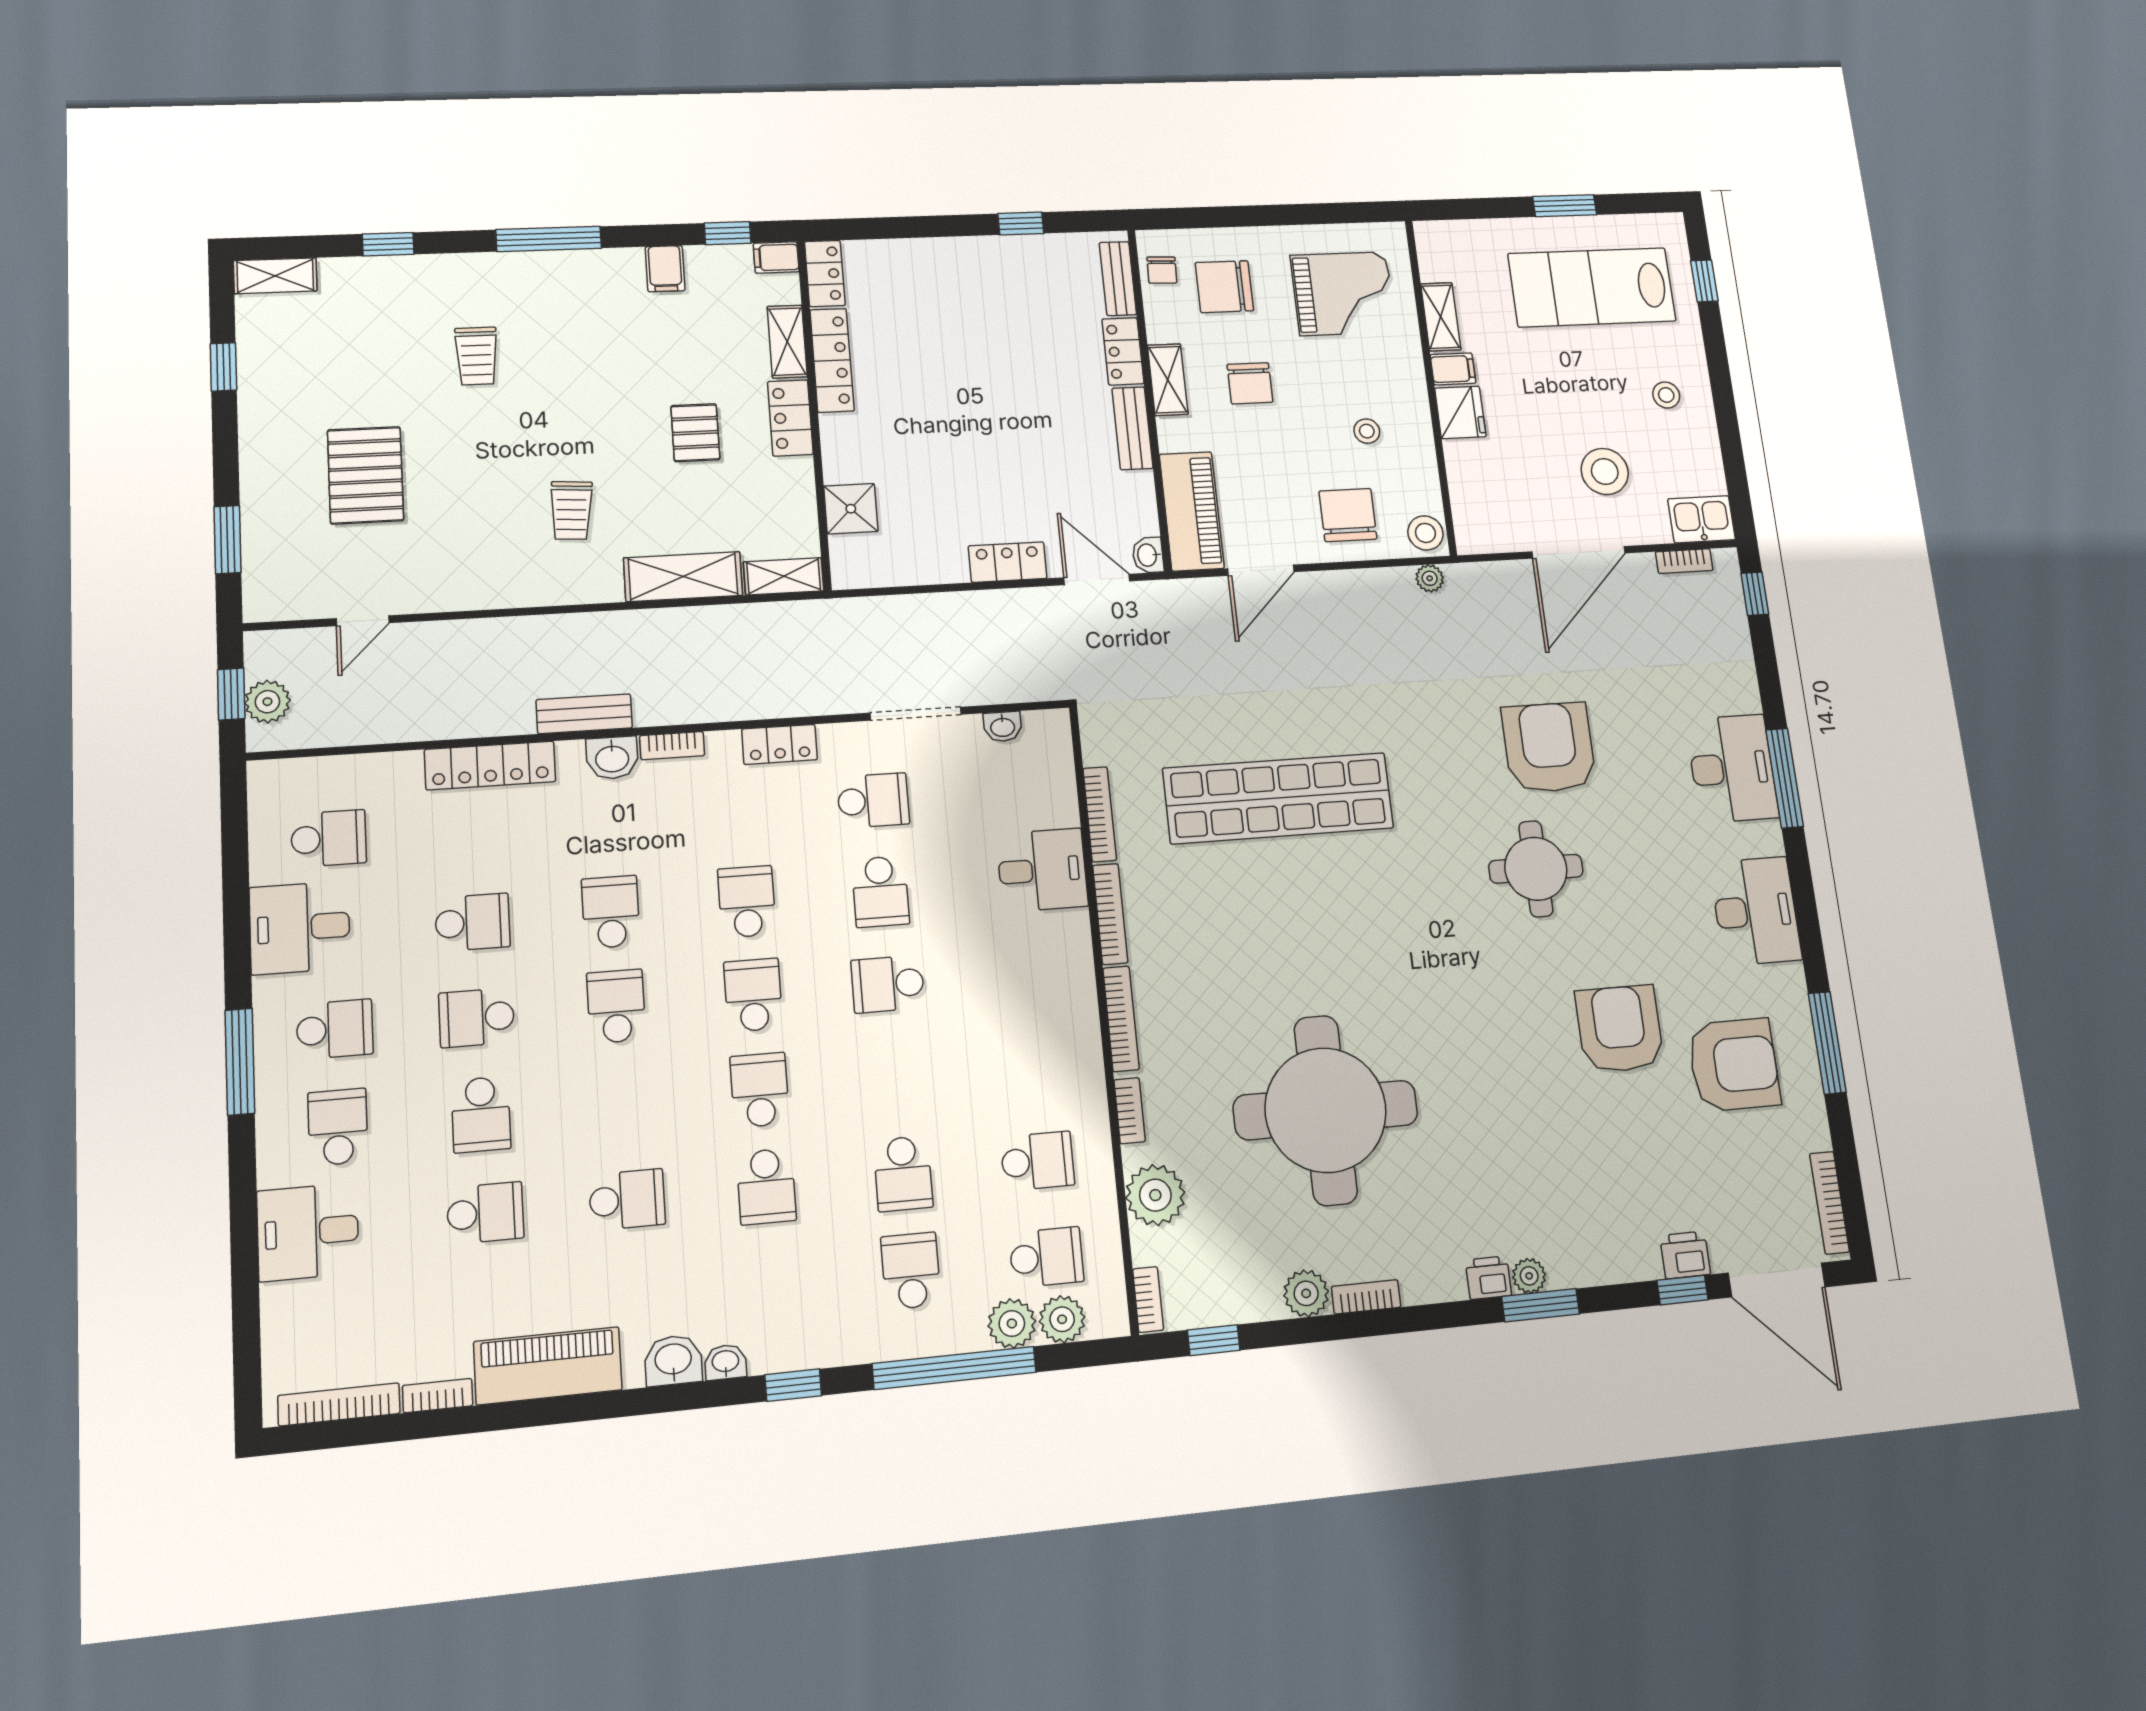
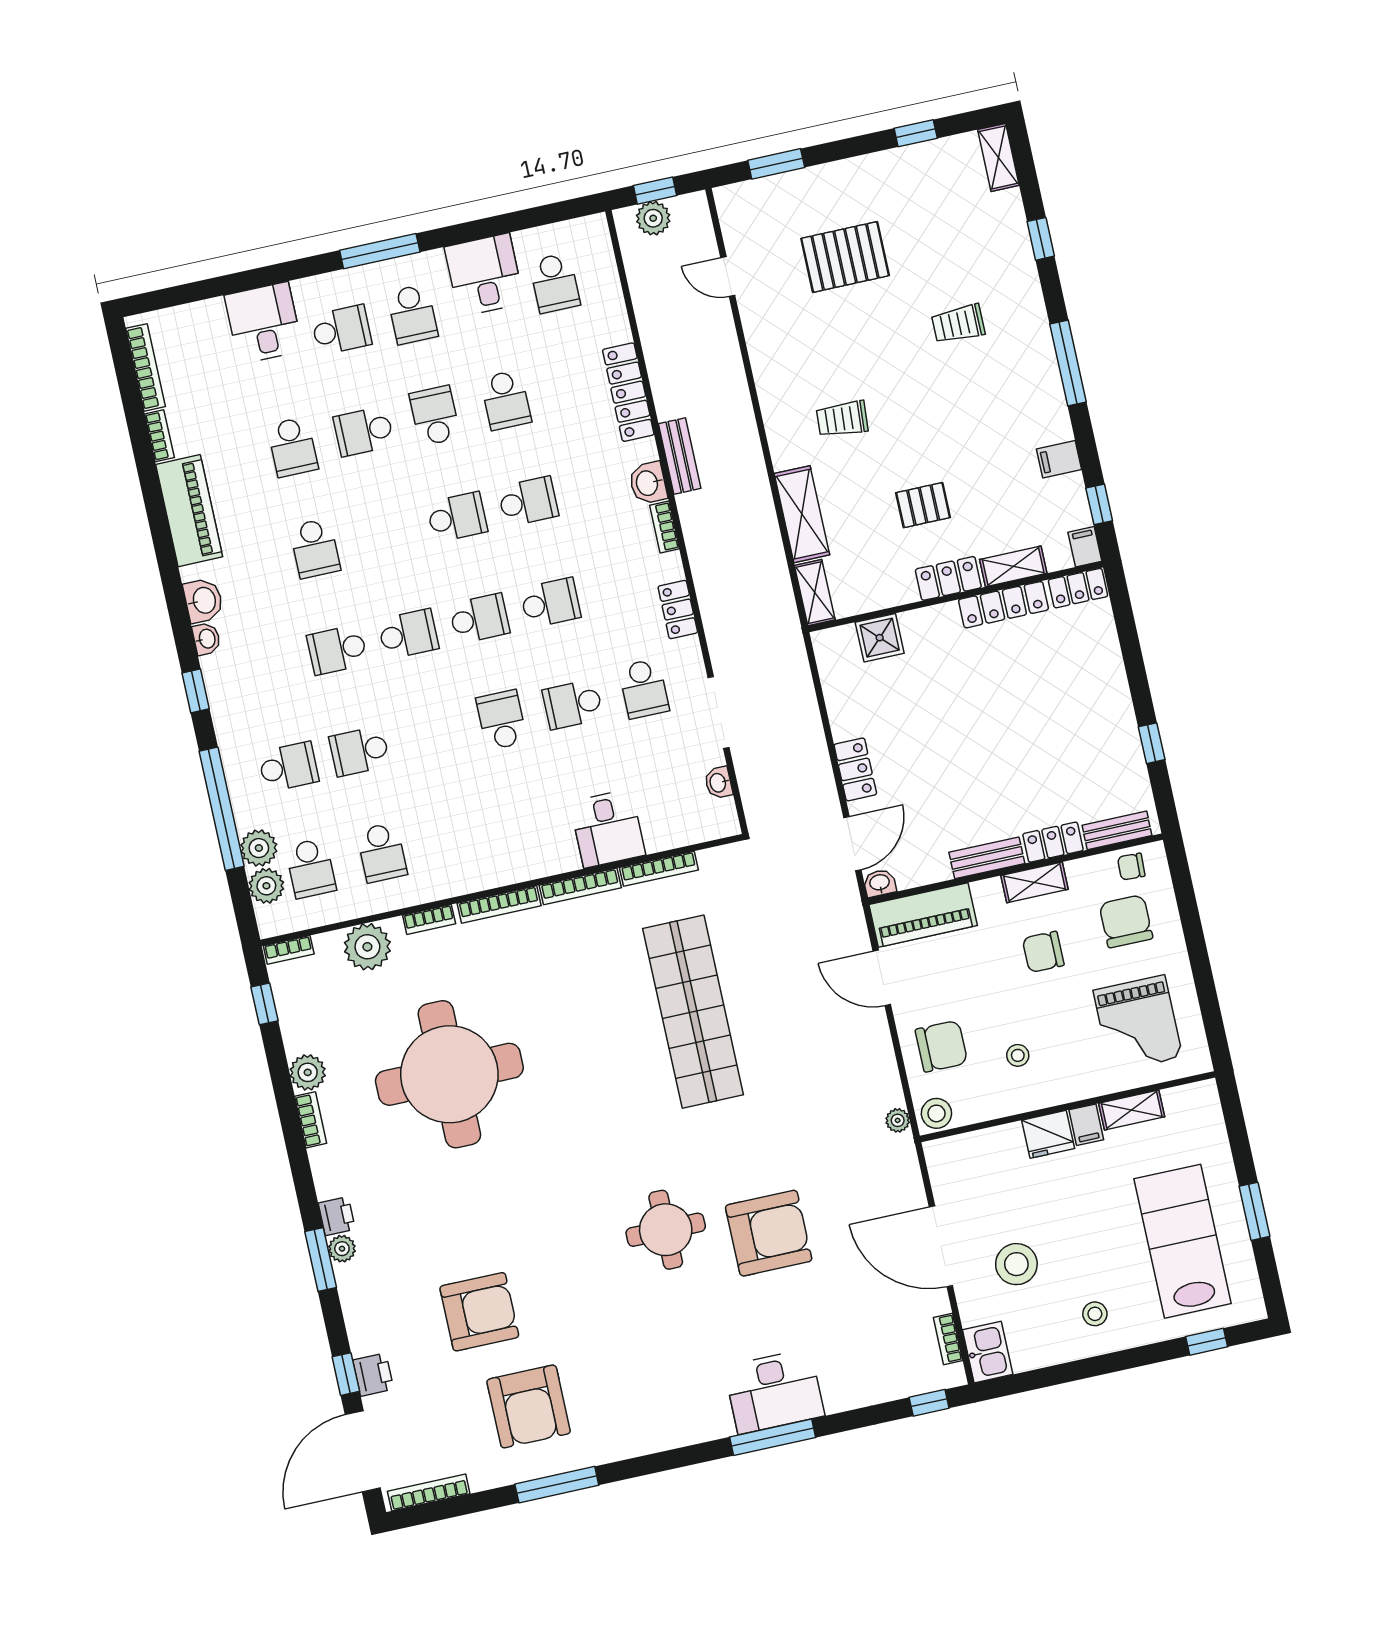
desk: (1756, 911) -> (657, 1418), removed
armchair: (1620, 1029) -> (479, 1312), moved

